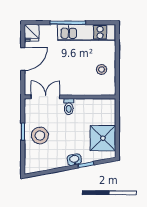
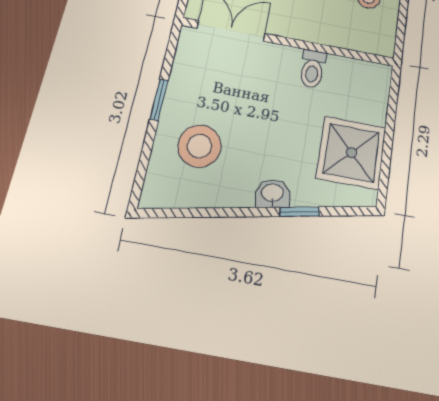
toilet: (69, 107) -> (312, 69), moved
stool: (40, 135) -> (200, 146), moved

